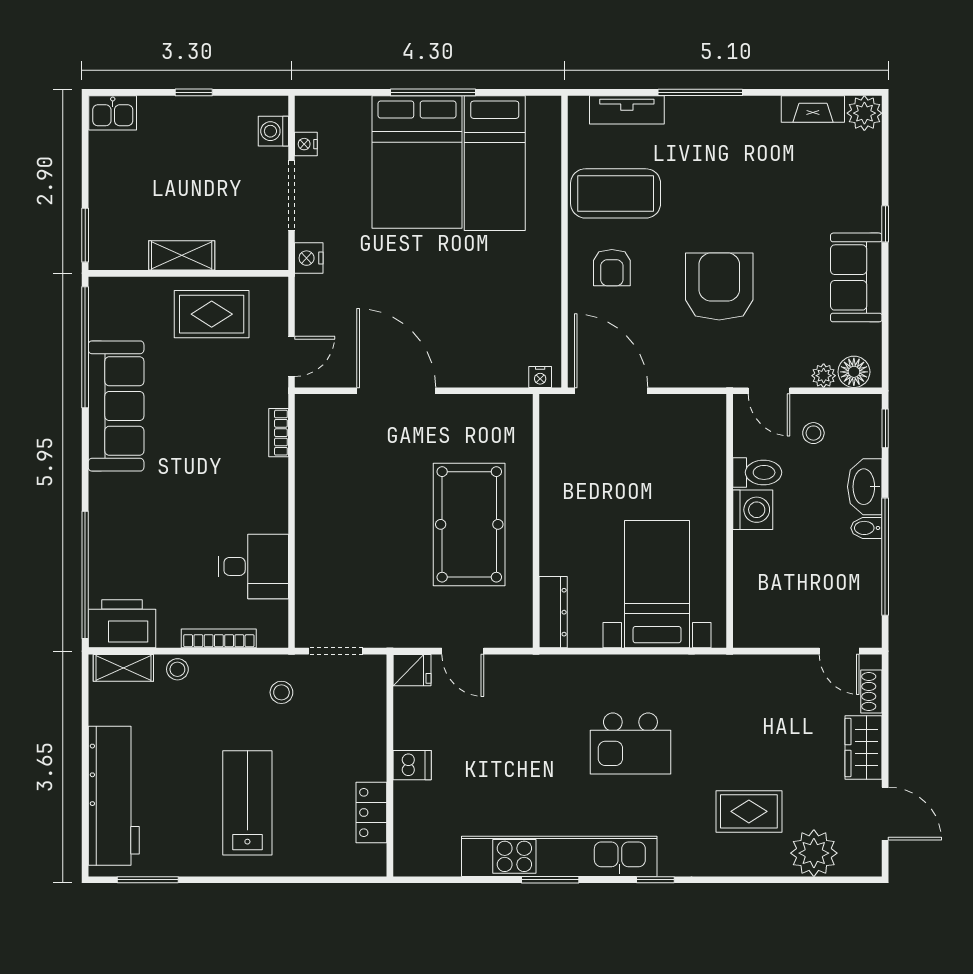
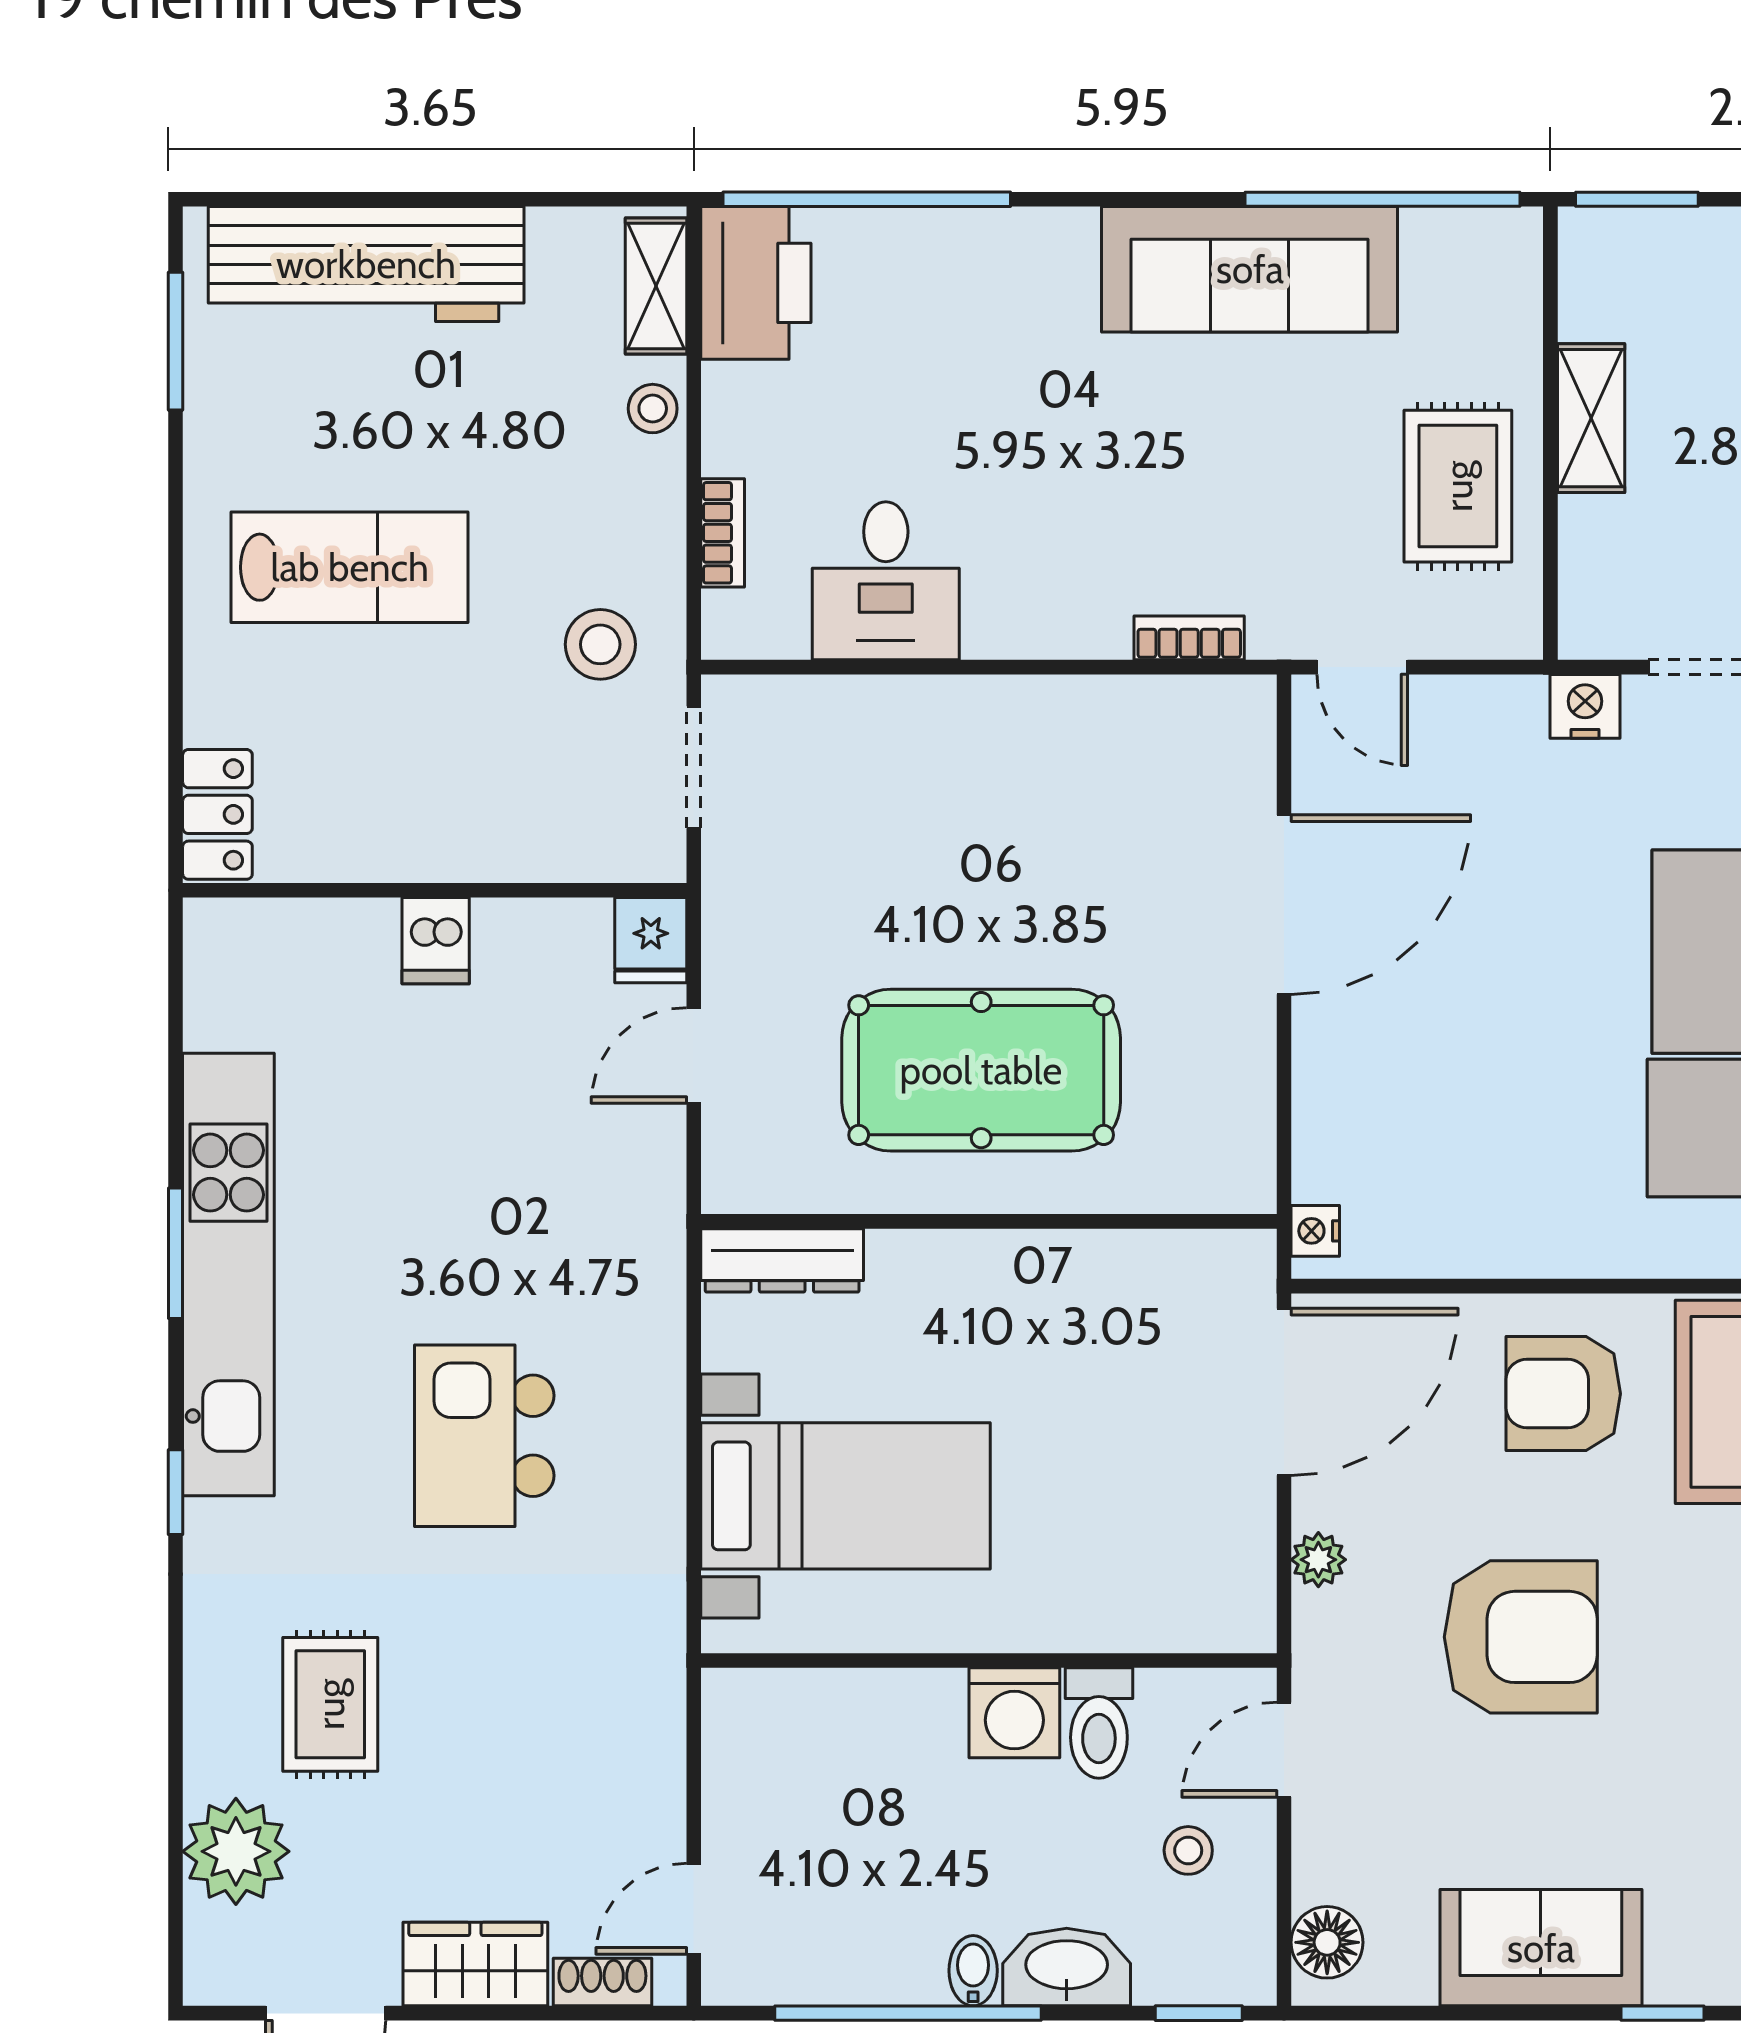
armchair: (612, 268) -> (1563, 1394), width x1.38, depth x1.38
plant: (824, 376) -> (1318, 1560), moved
bookcase: (219, 638) -> (723, 533), width x0.64
stool: (281, 692) -> (600, 644), width x1.37, depth x1.37
locker: (371, 812) -> (217, 814), moved, turned 90

